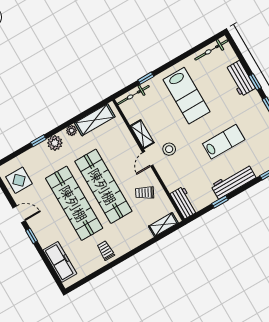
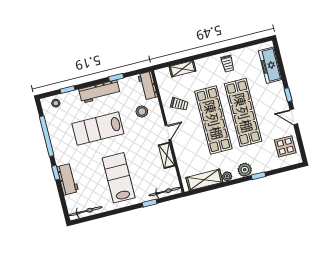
lab bench: (224, 142) -> (98, 129), width x1.36, depth x1.39
stool: (169, 149) -> (142, 111), moved
shelving: (163, 225) -> (183, 69), moved

